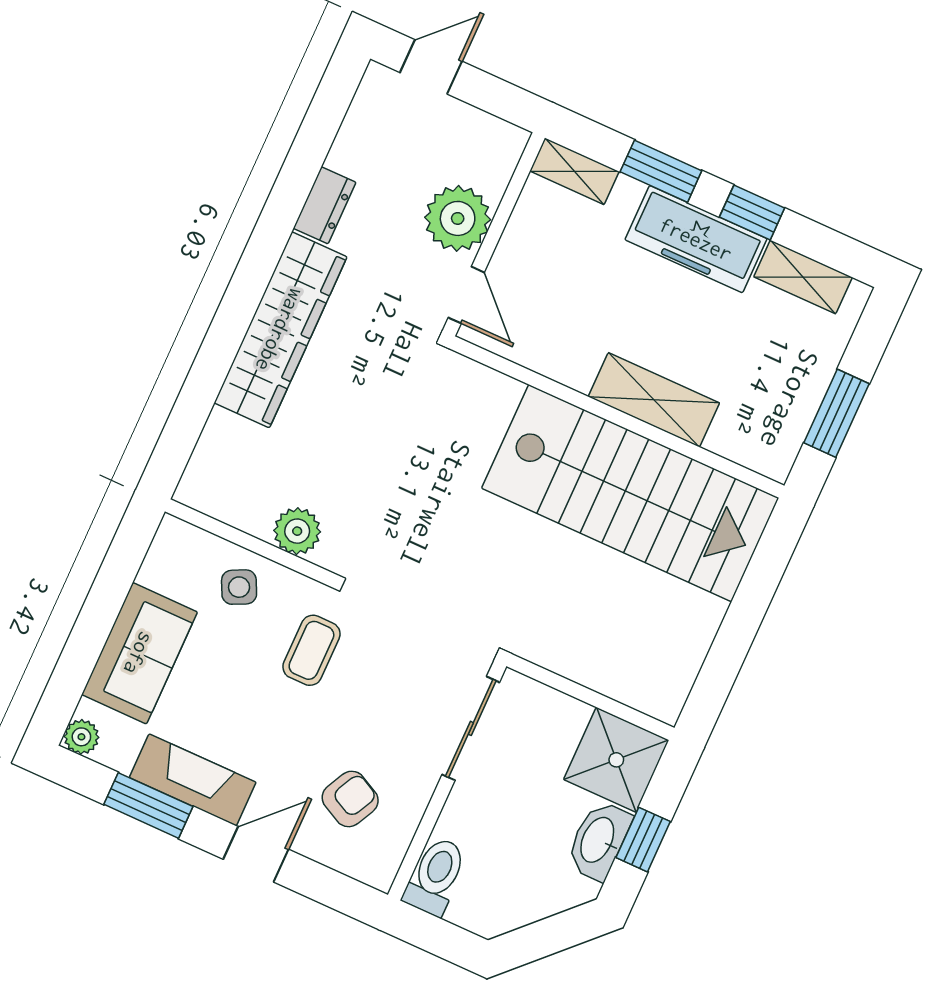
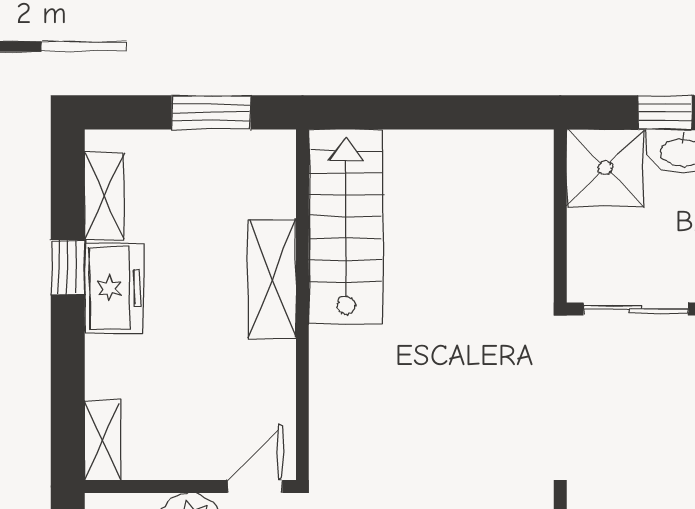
window: (661, 171) -> (68, 364), removed
freezer: (696, 239) -> (114, 288), width x0.71
stairs: (630, 493) -> (346, 227), width x0.73, depth x0.66
coffee table: (311, 650) -> (631, 481), removed

